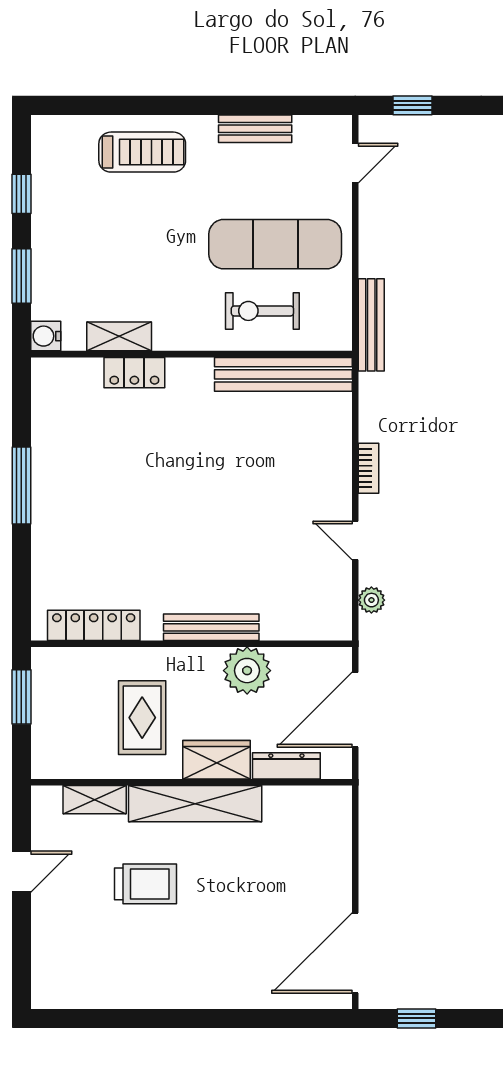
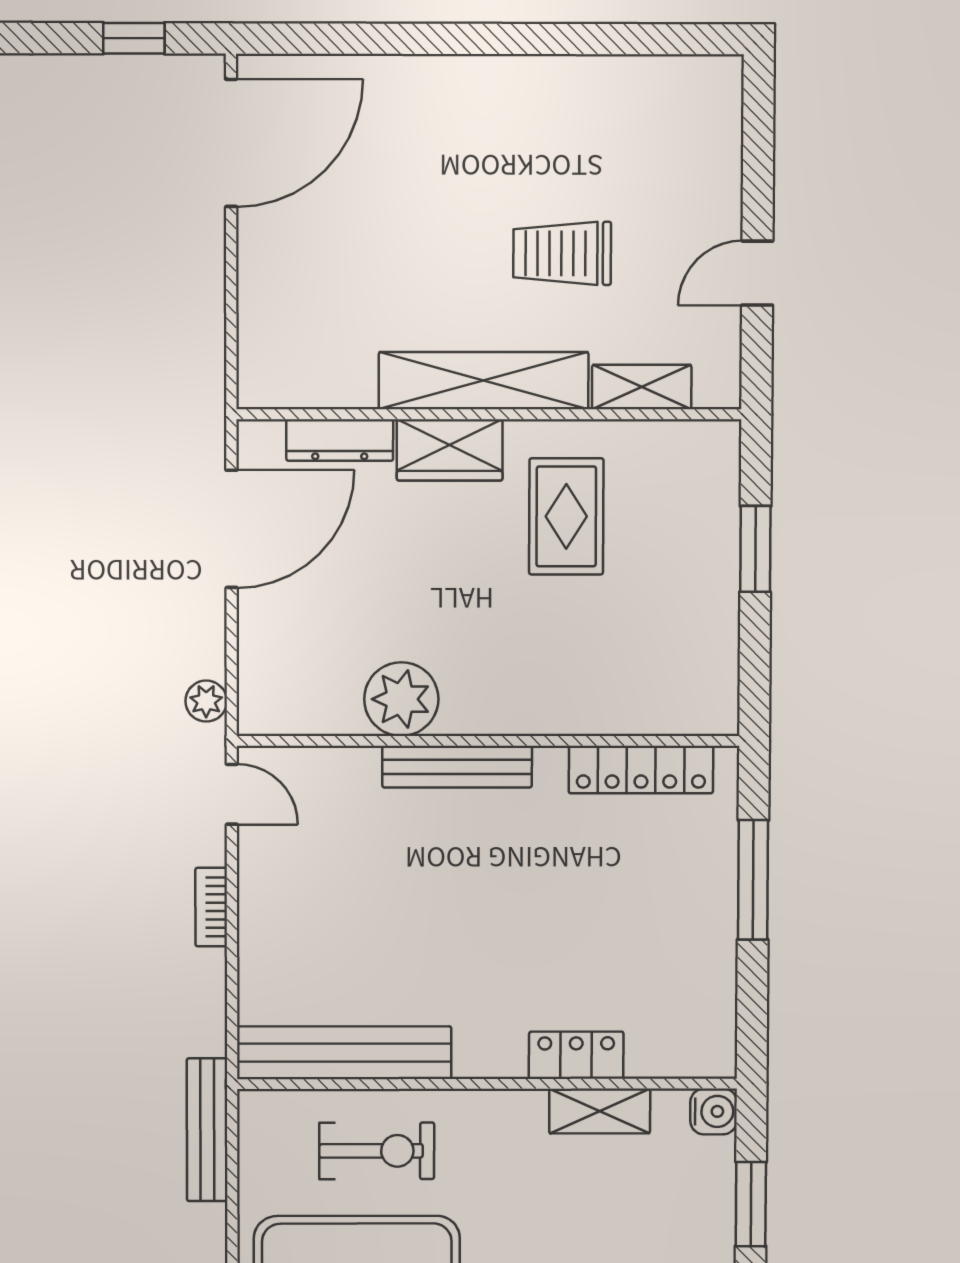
locker: (94, 625) -> (641, 770), moved
bench: (211, 627) -> (457, 767), moved
wall: (191, 644) -> (488, 741), moved
plant: (247, 671) -> (401, 699), moved

